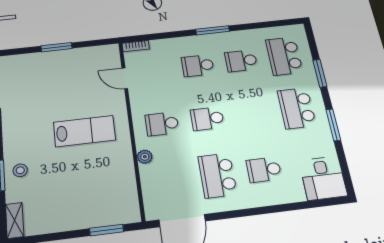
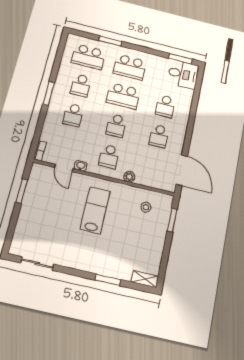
window: (57, 47) -> (22, 191), moved
door: (125, 78) -> (64, 168), hinge flipped
washbasin: (135, 96) -> (81, 166), added
school desk: (252, 113) -> (123, 96), added
window: (333, 125) -> (180, 59), moved
stool: (20, 170) -> (146, 207), moved
school desk: (217, 175) -> (159, 136), width x0.54

